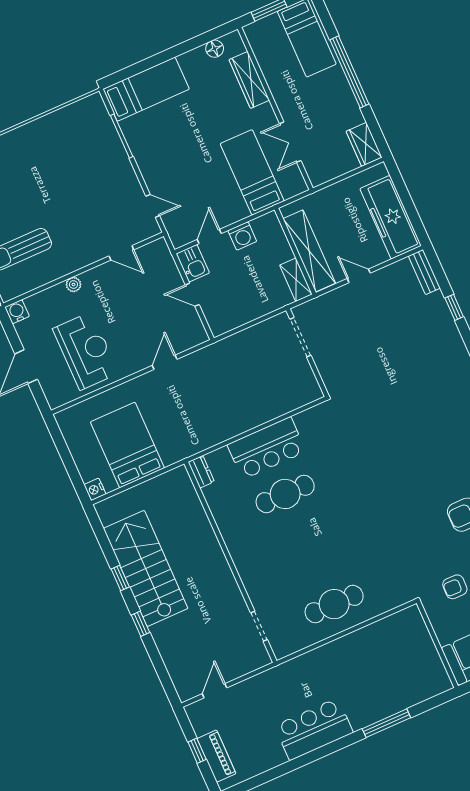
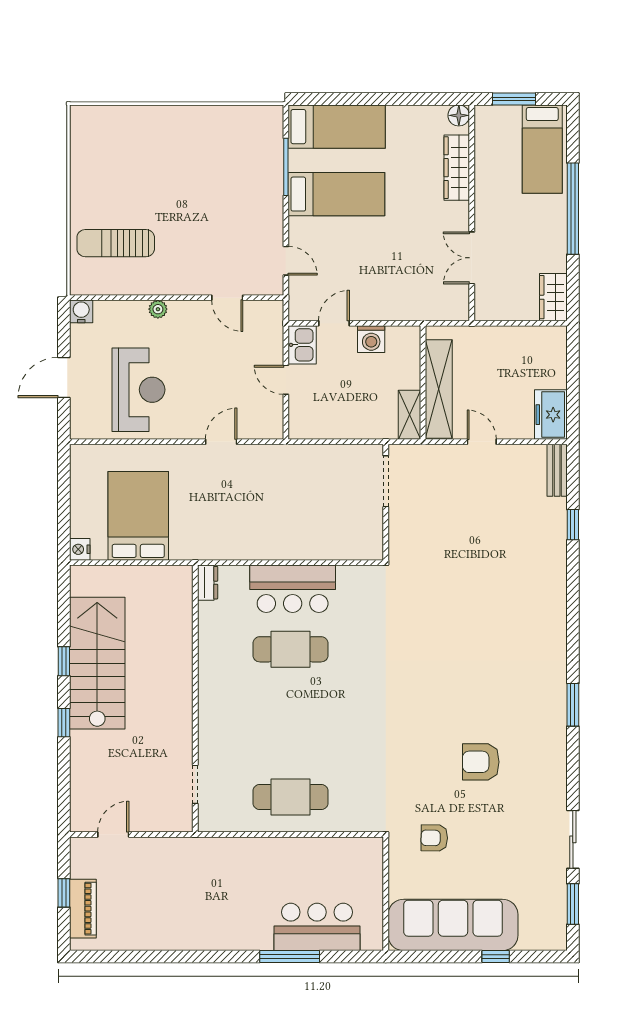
floor lamp: (215, 49) -> (459, 115), moved
bed: (252, 172) -> (336, 194), moved, turned 90
freezer: (391, 217) -> (551, 415), width x0.52, depth x0.79
bar counter: (314, 729) -> (317, 927), moved

